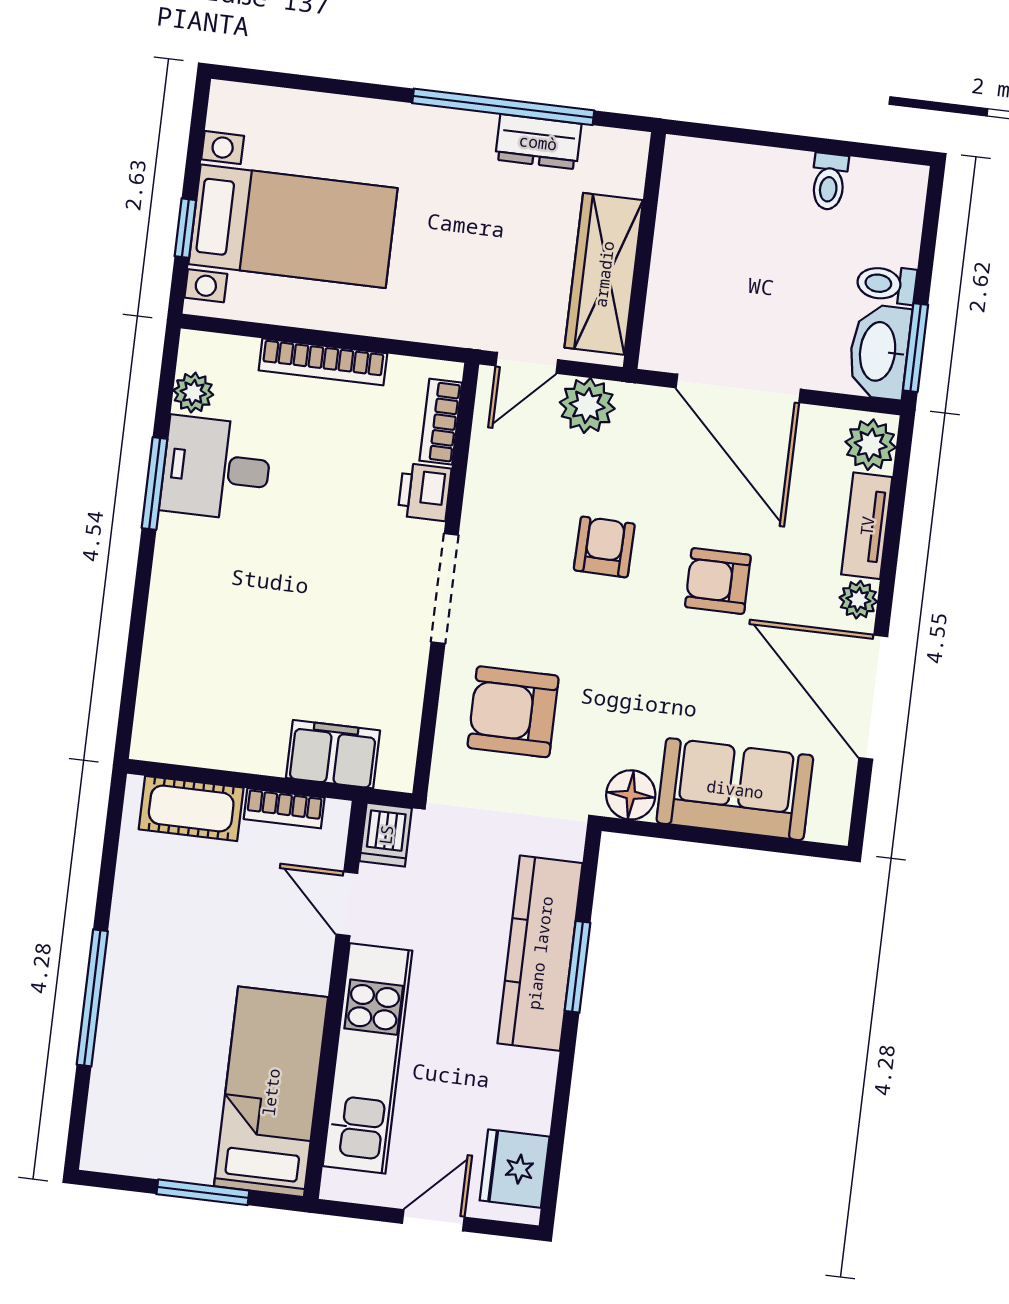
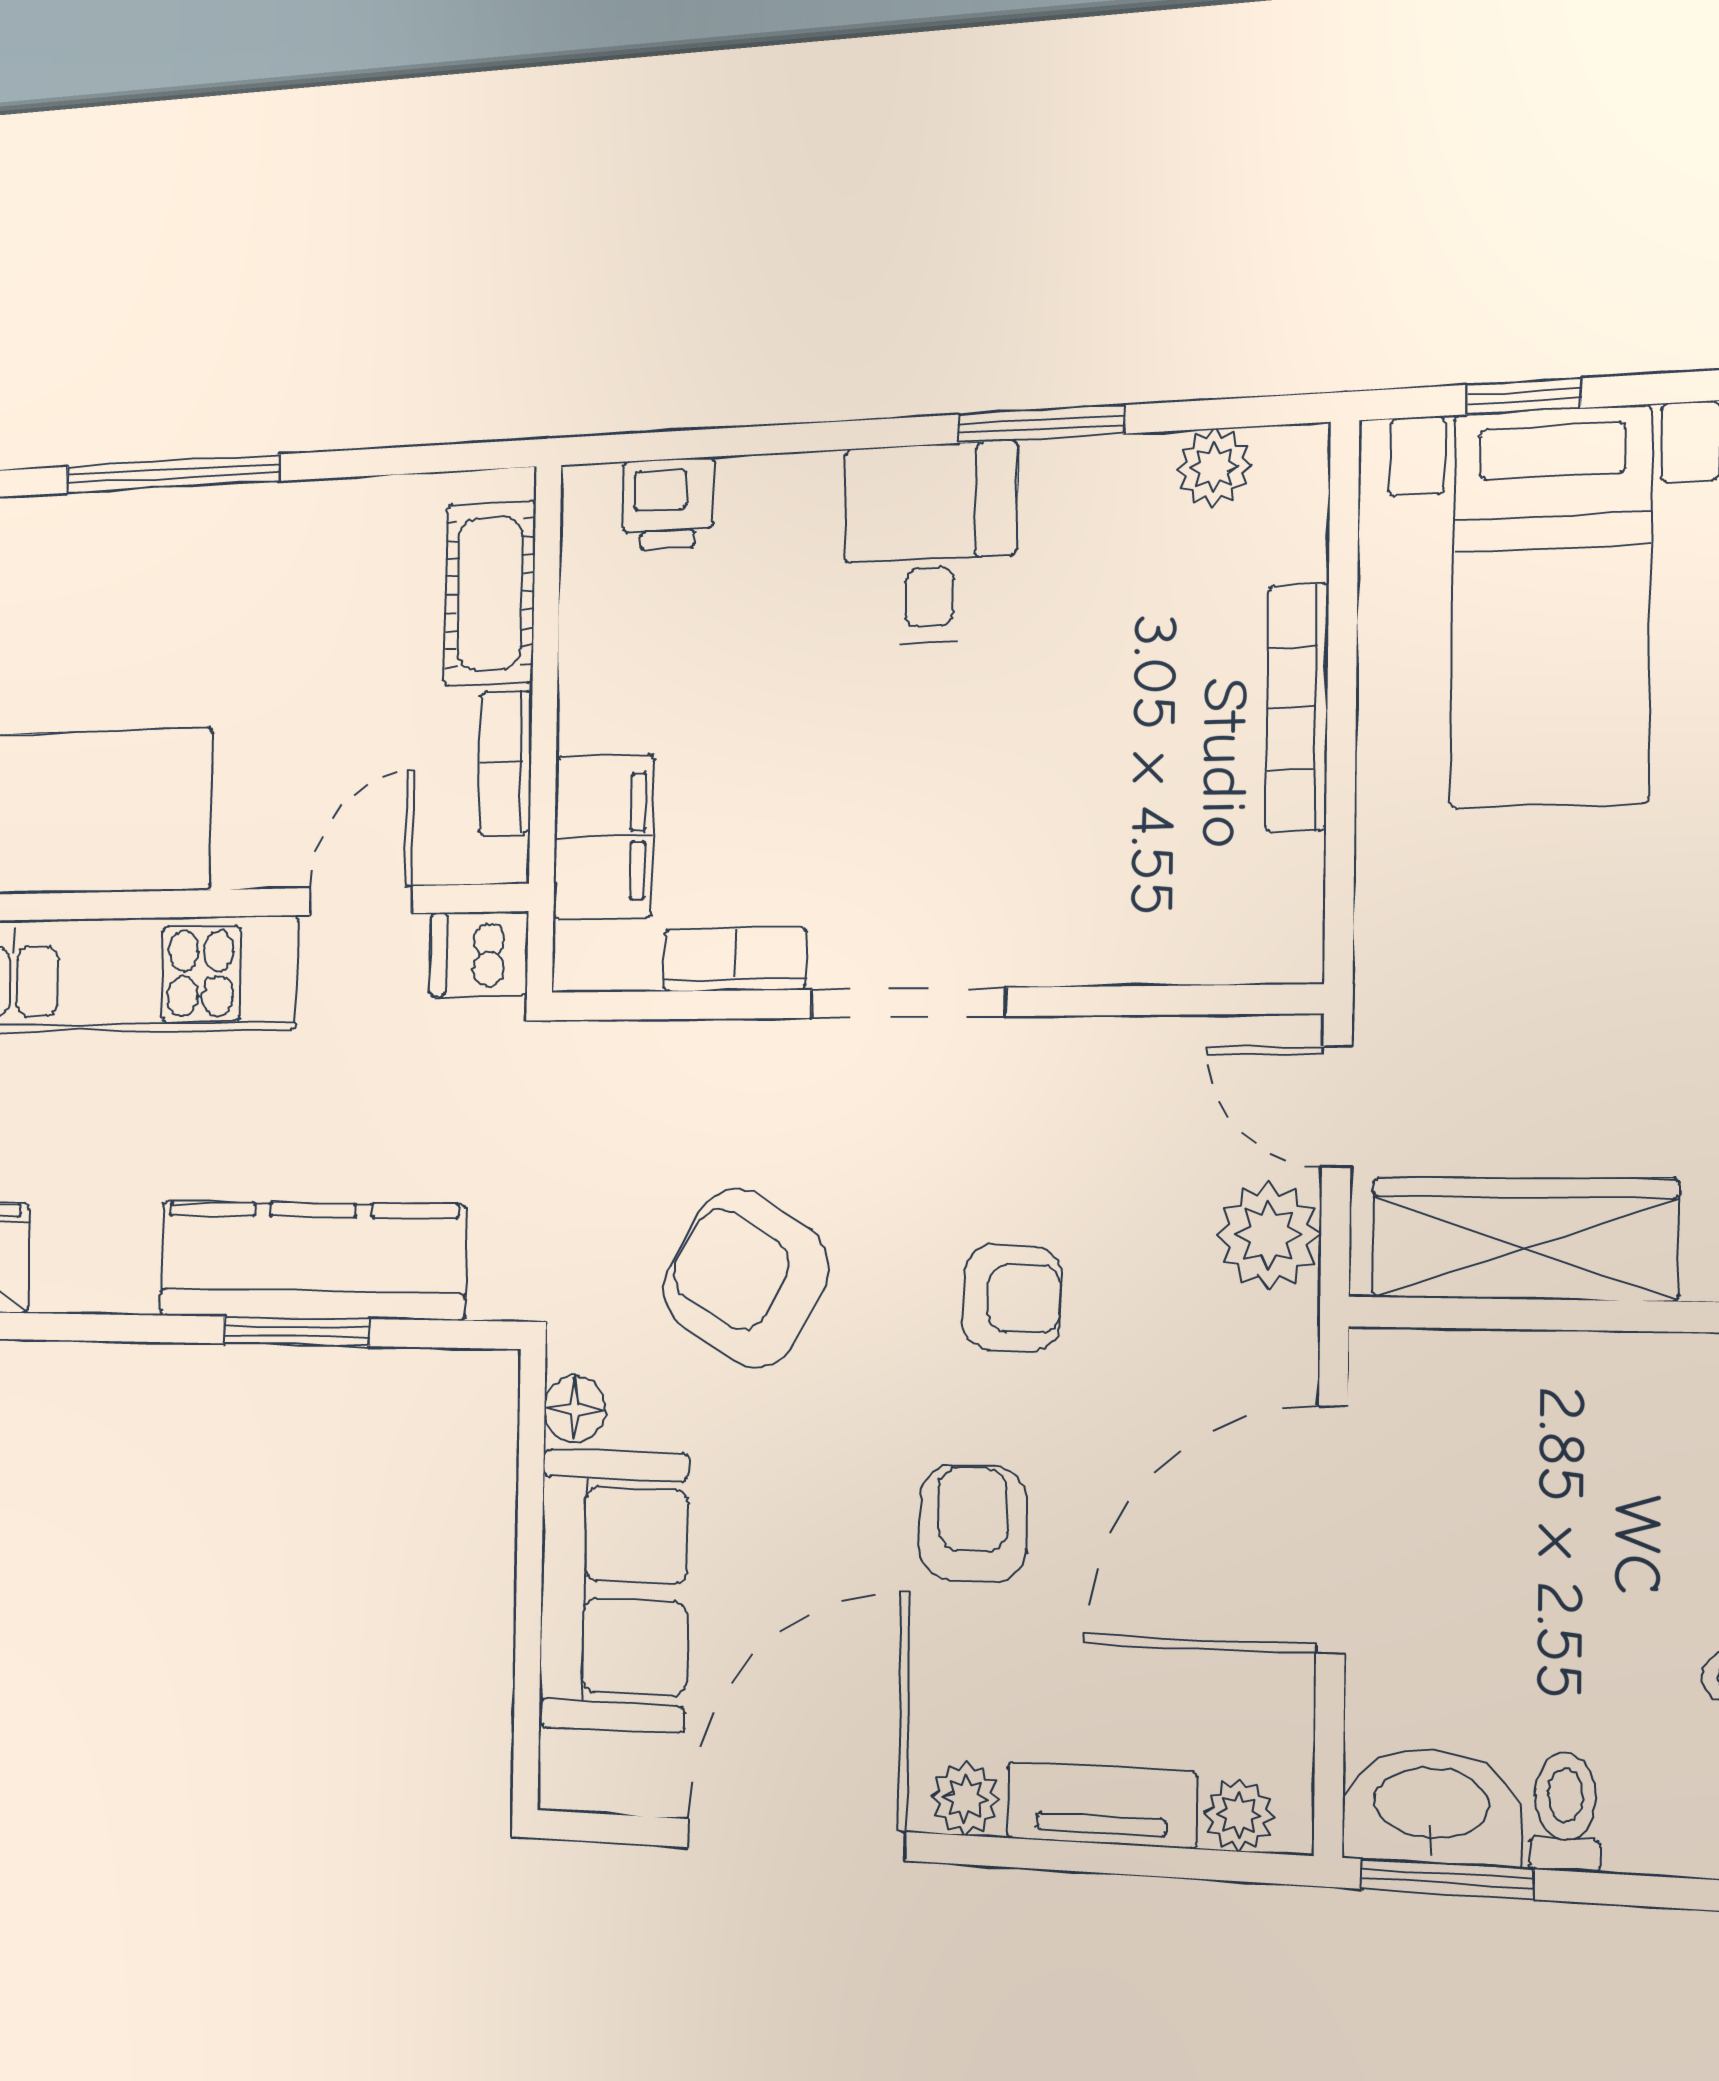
bookcase: (441, 422) -> (735, 960), moved
plant: (871, 445) -> (1239, 1815), width x0.73, depth x0.73
desk: (216, 468) -> (930, 543), moved
printer: (424, 492) -> (668, 504), moved, turned 180
armchair: (513, 712) -> (746, 1278), moved, turned -60
floor lamp: (631, 795) -> (575, 1409), width x0.73, depth x0.73

